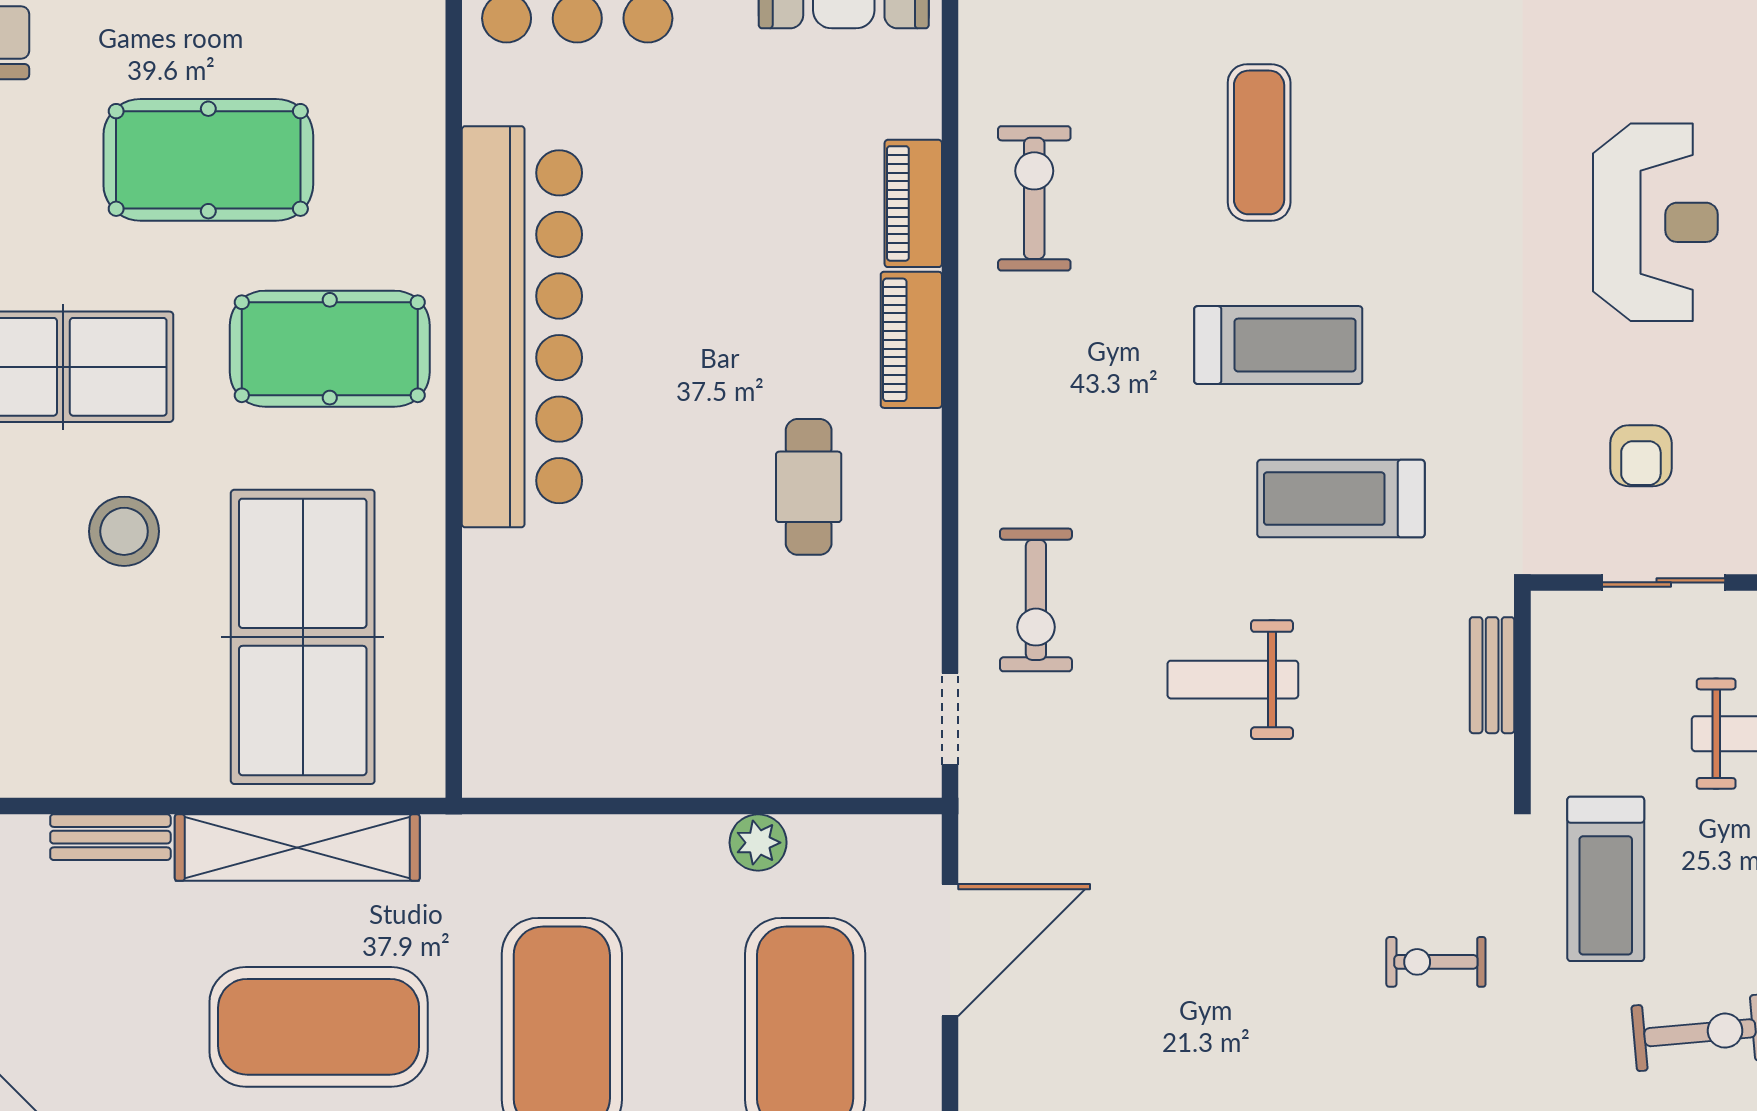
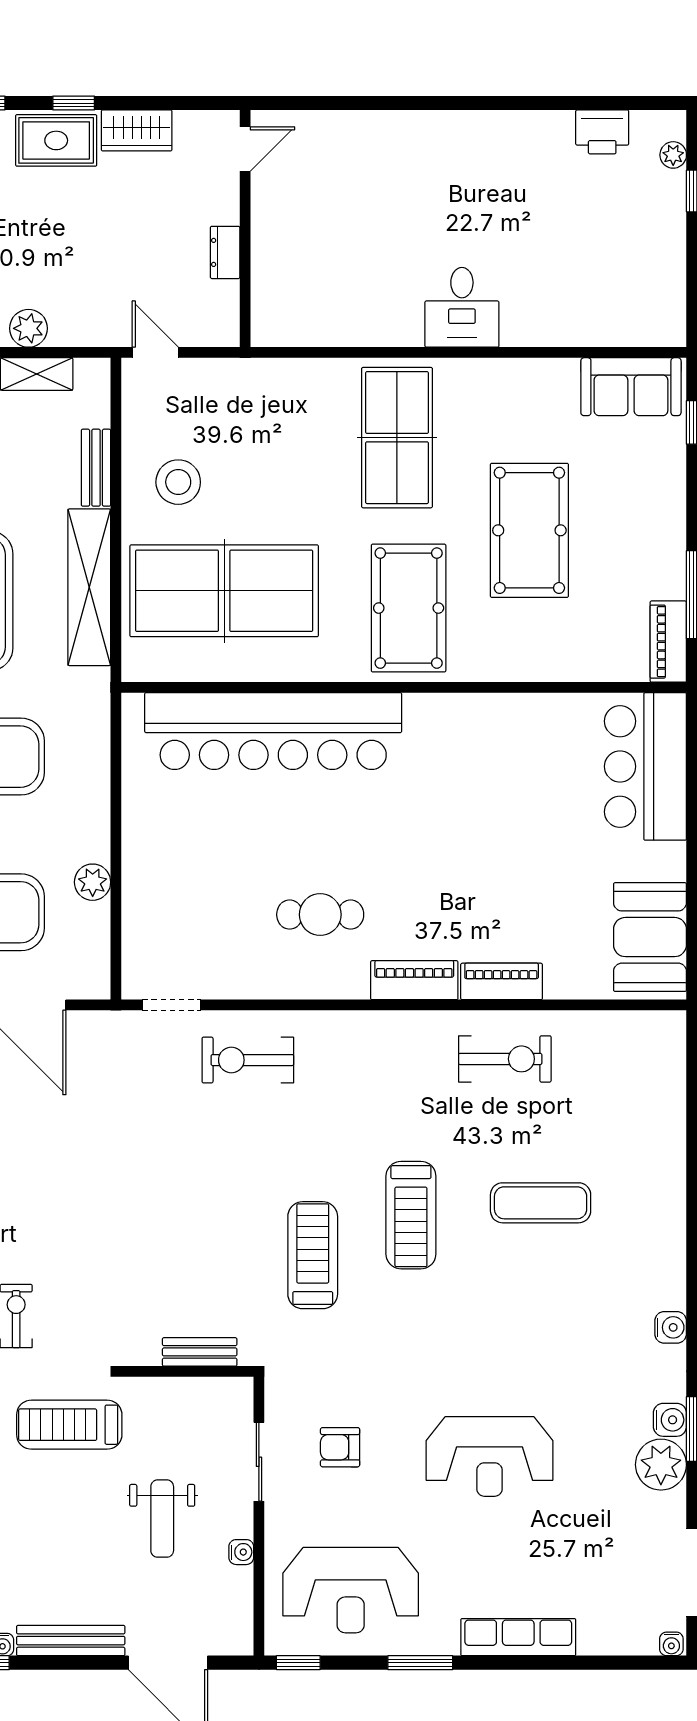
bar counter: (522, 327) -> (273, 731), moved
stool: (124, 531) -> (178, 482), moved
weight bench: (1233, 680) -> (197, 1186), removed

